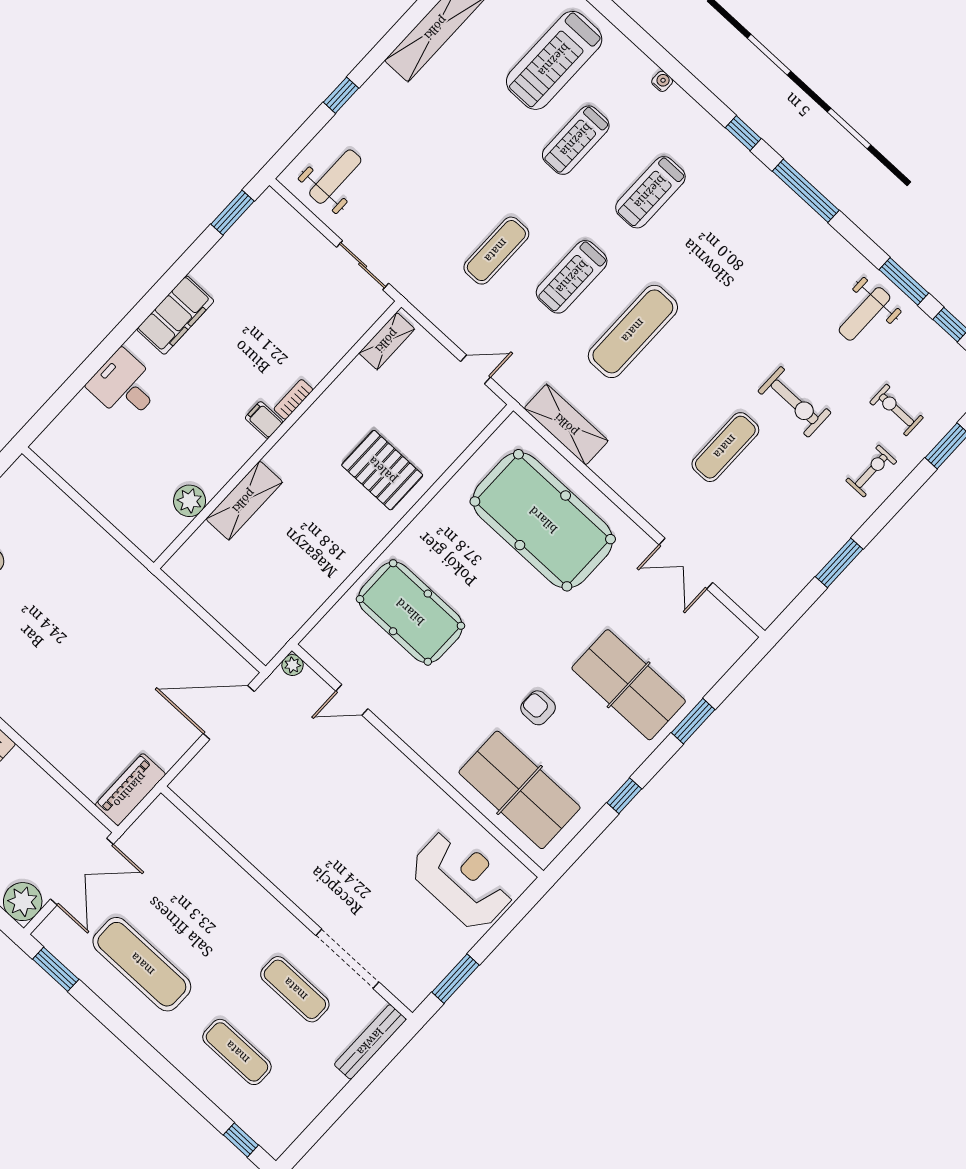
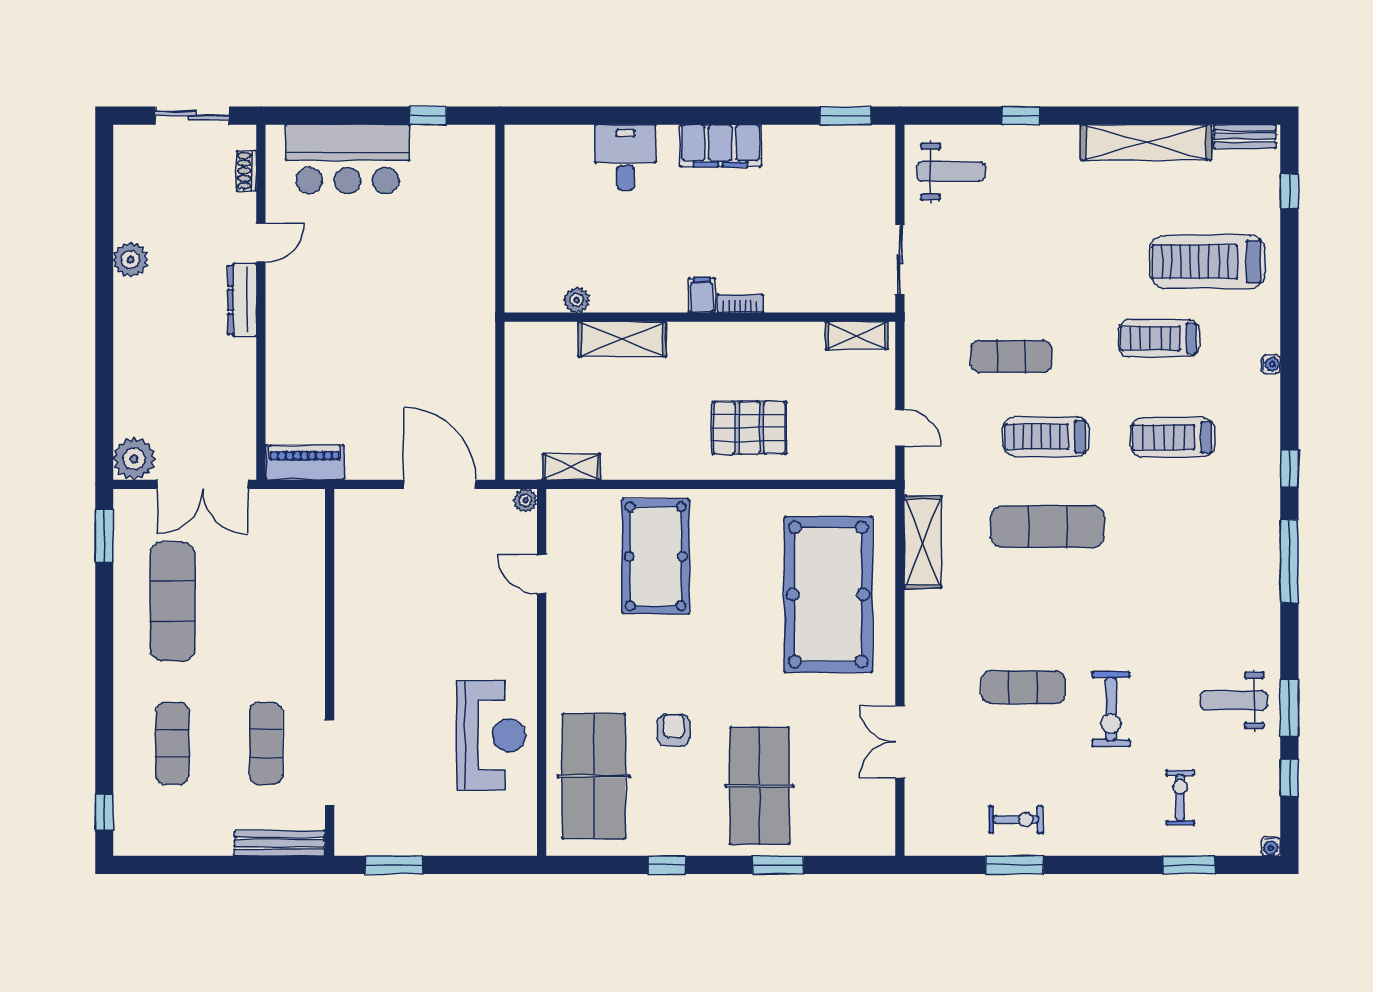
pallet: (382, 470) -> (749, 428), turned 90
exercise bike: (871, 471) -> (1016, 820), moved
plant: (190, 501) -> (577, 300), width x0.73, depth x0.73
shelving: (298, 614) -> (571, 467), added
reception desk: (462, 880) -> (491, 735), moved

